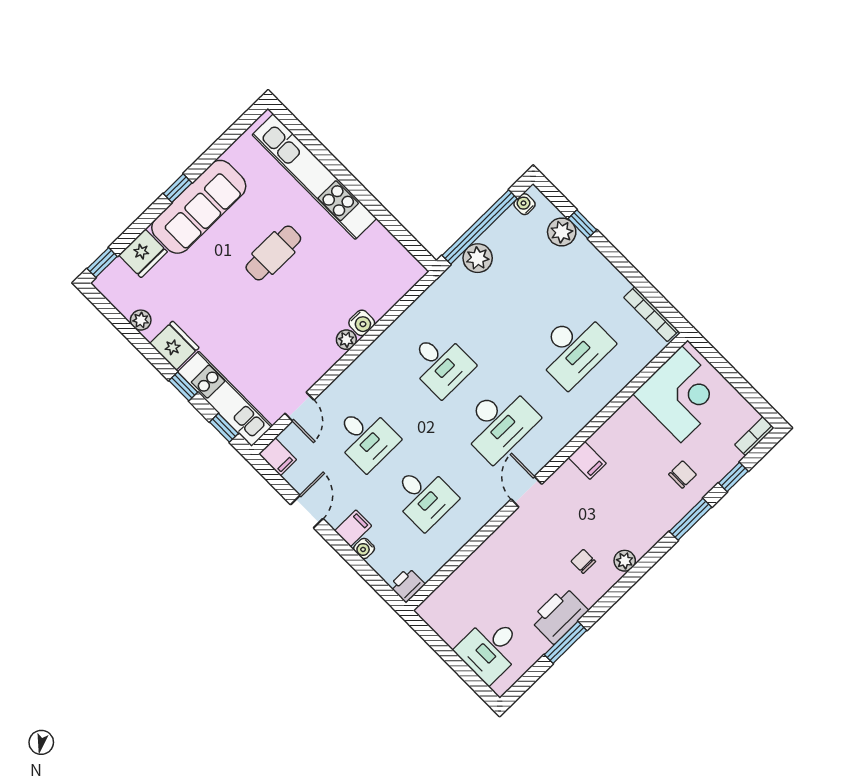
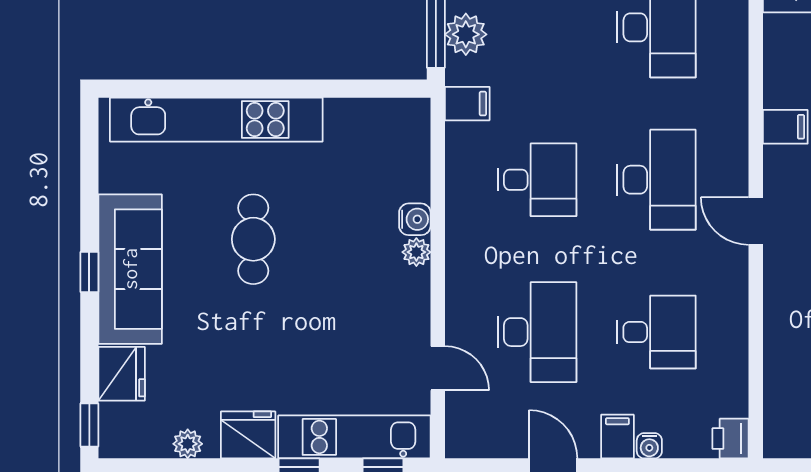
desk: (365, 438) -> (537, 332), width x1.37
filing cabinet: (278, 457) -> (467, 104), moved

